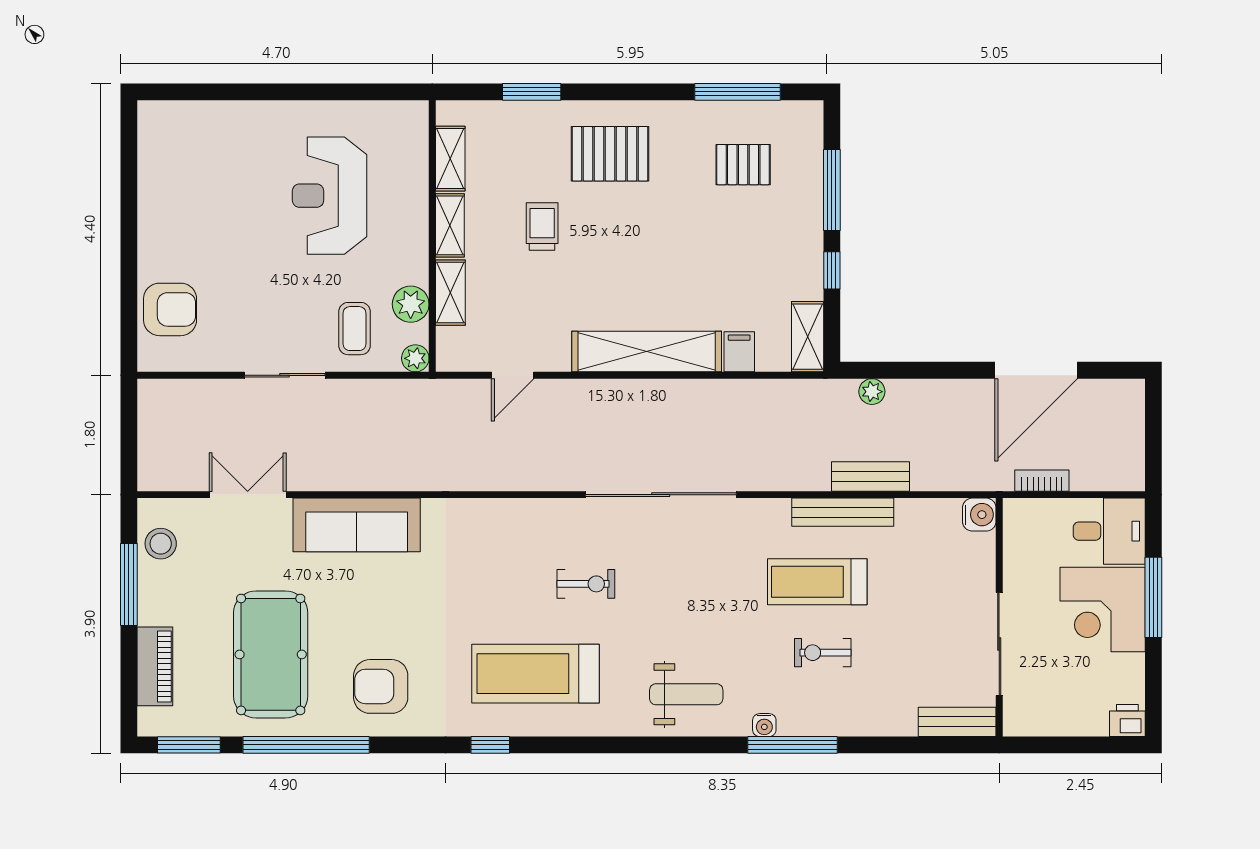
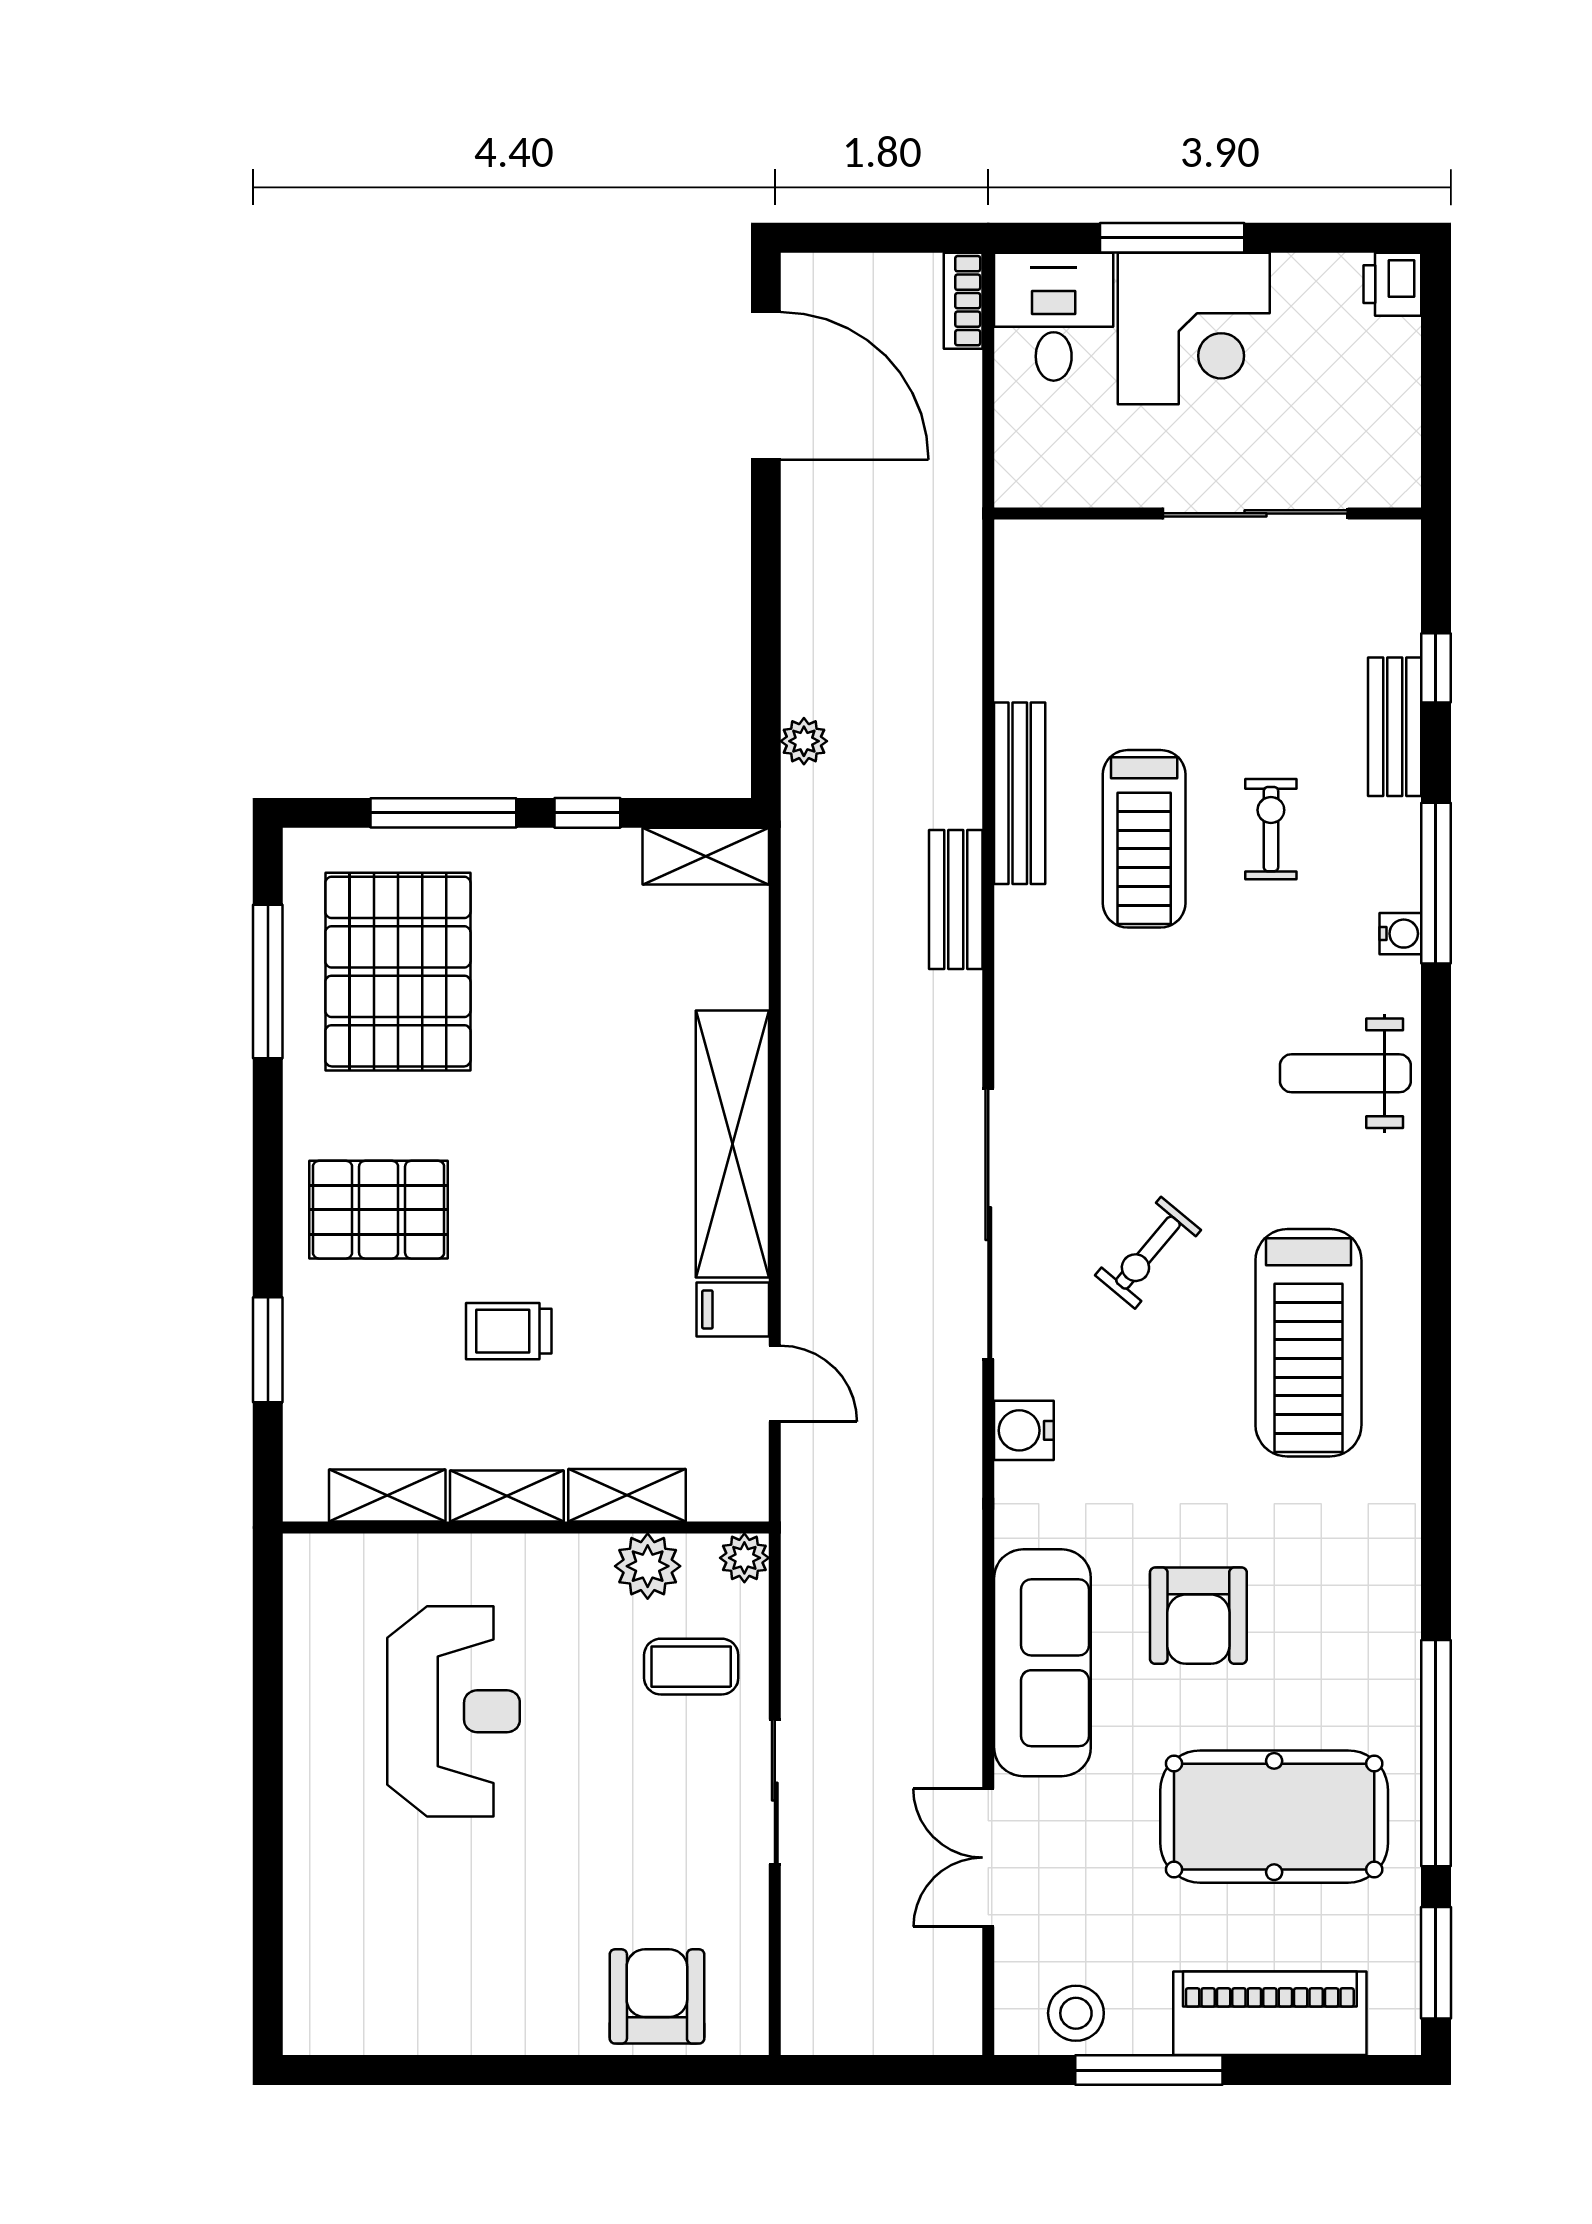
pallet: (610, 154) -> (379, 1210), turned 90
pallet: (743, 165) -> (398, 972), width x2.05, depth x2.00
reception desk: (330, 196) -> (454, 1711), turned -90
filing cabinet: (739, 352) -> (733, 1310), moved
door: (1036, 370) -> (766, 386), moved
bench: (870, 476) -> (956, 900), moved
bookcase: (1042, 481) -> (963, 301), moved
sliding door: (661, 495) -> (988, 1224), moved
water cooler: (979, 515) -> (1024, 1430), moved, turned -90
exercise bike: (586, 584) -> (1148, 1253), turned -140
exercise bike: (823, 653) -> (1271, 829), turned 180
piano: (155, 666) -> (1270, 2013), width x1.37, depth x1.33
armchair: (381, 686) -> (1198, 1616), moved
weight bench: (686, 694) -> (1345, 1073), turned -90
bench: (957, 722) -> (1395, 727), moved
window: (490, 745) -> (1436, 668), moved

